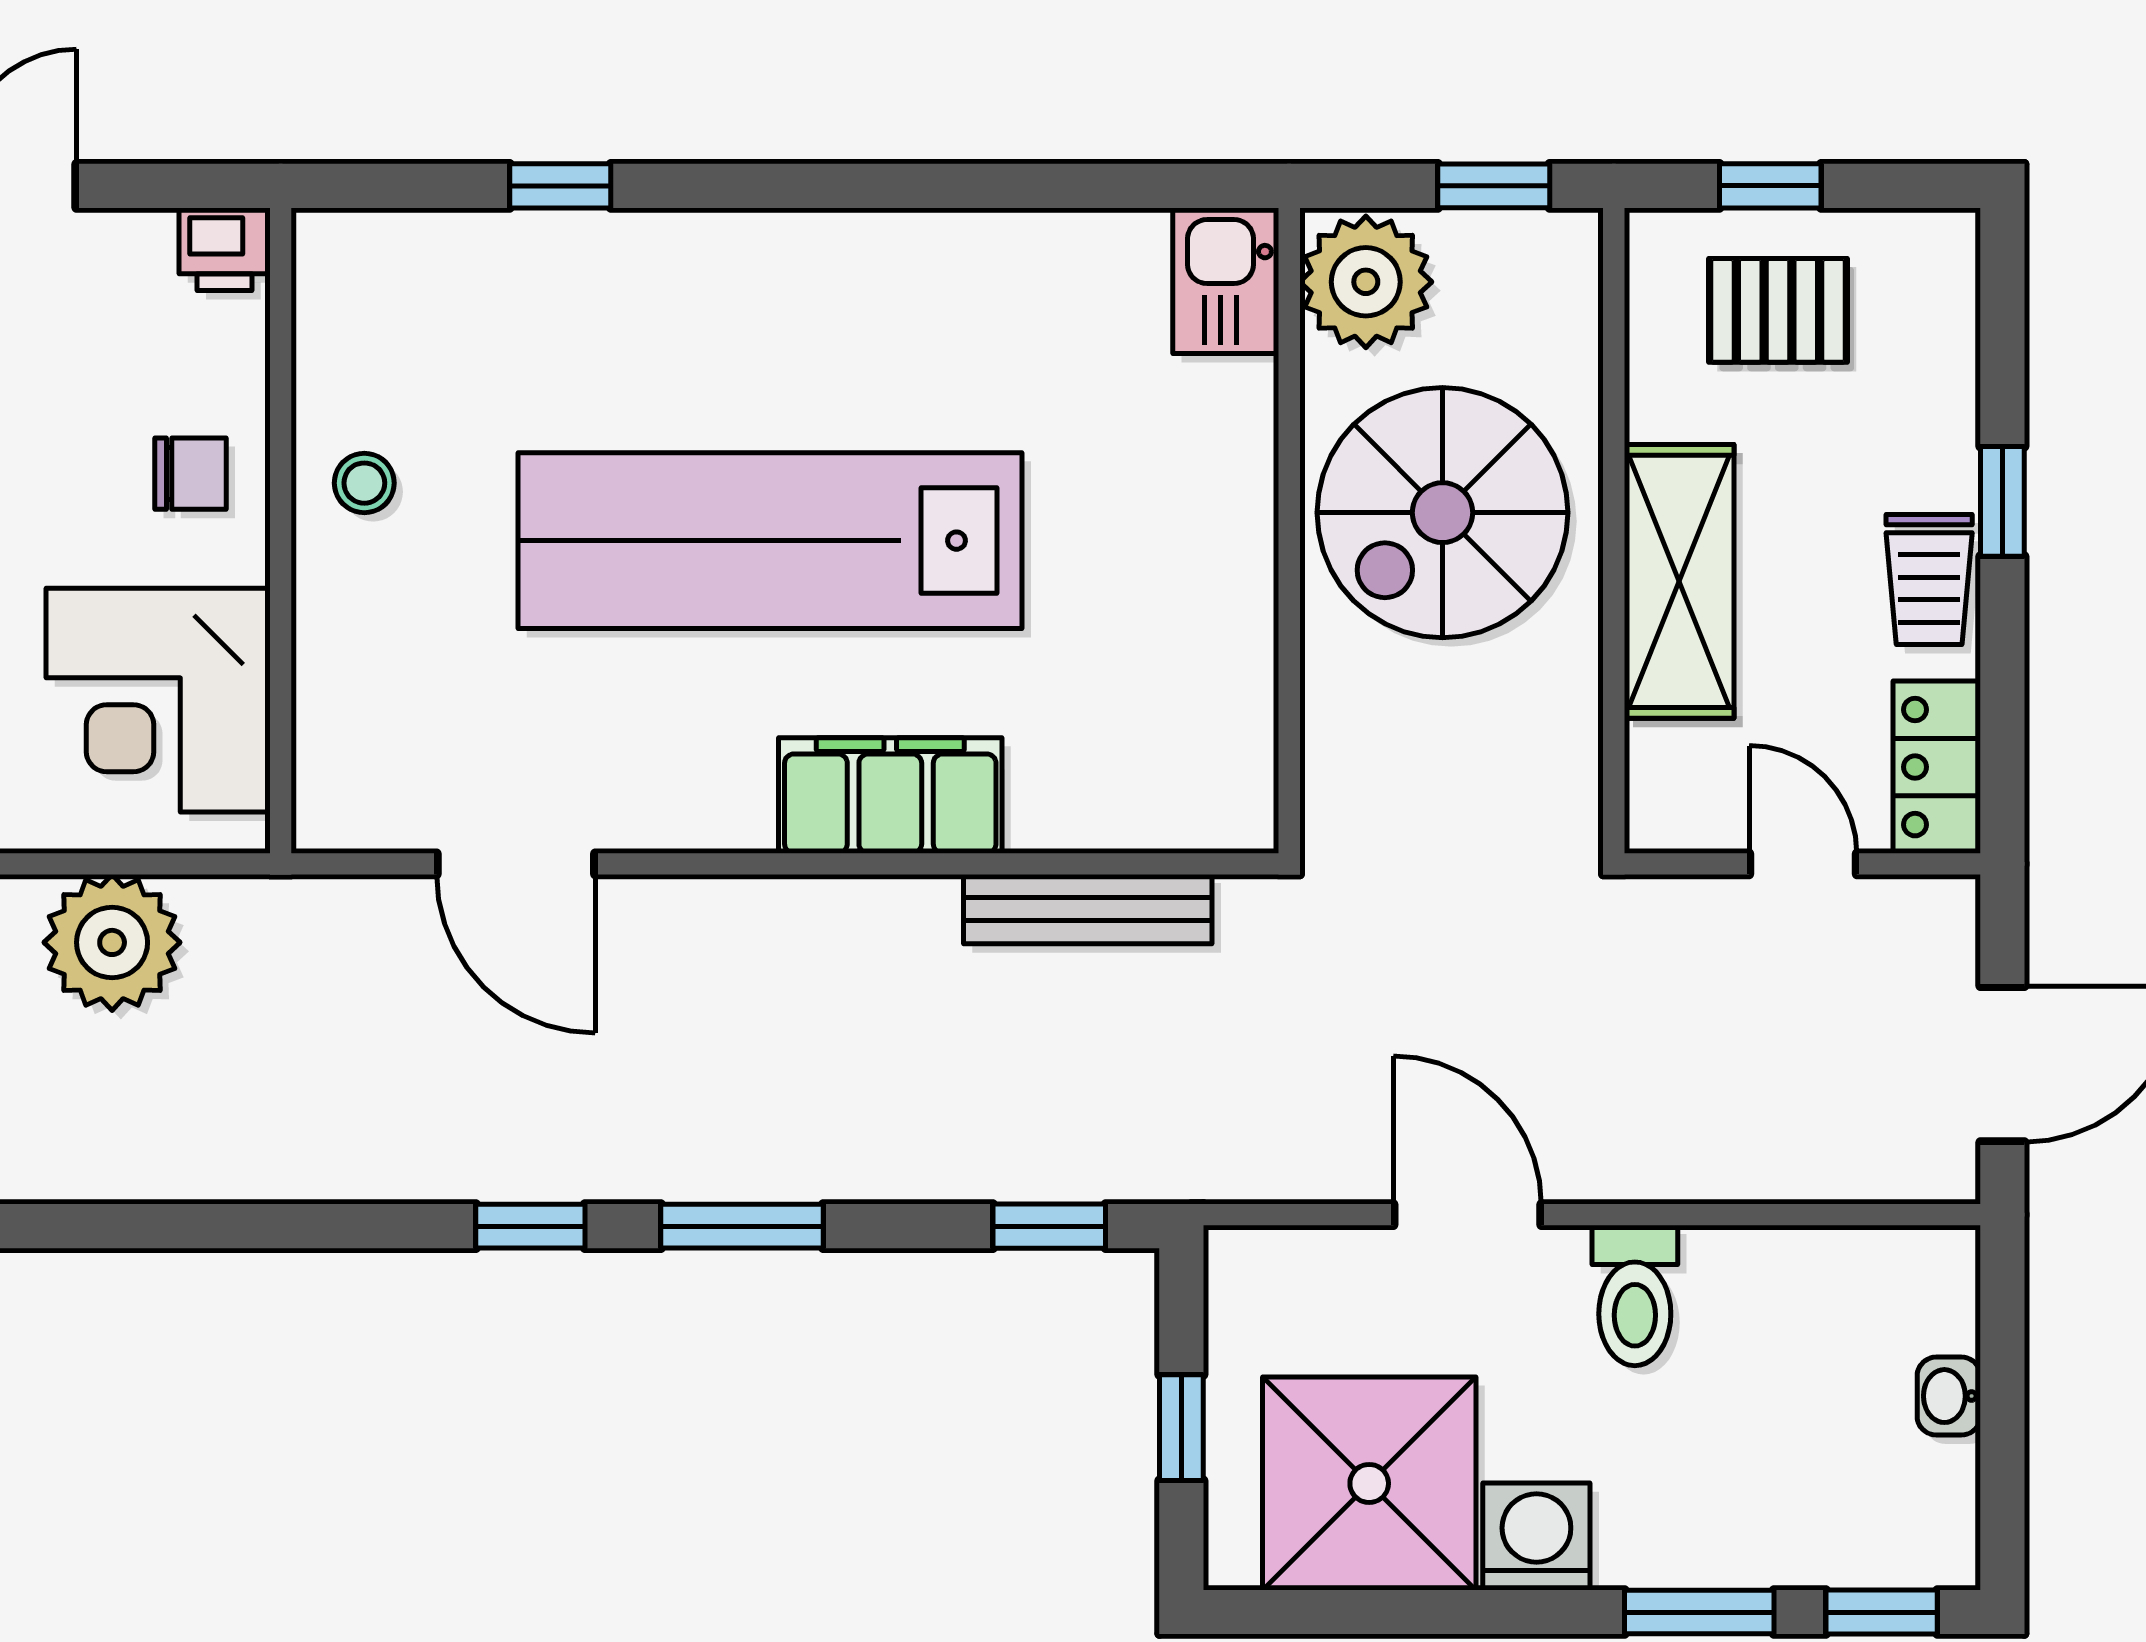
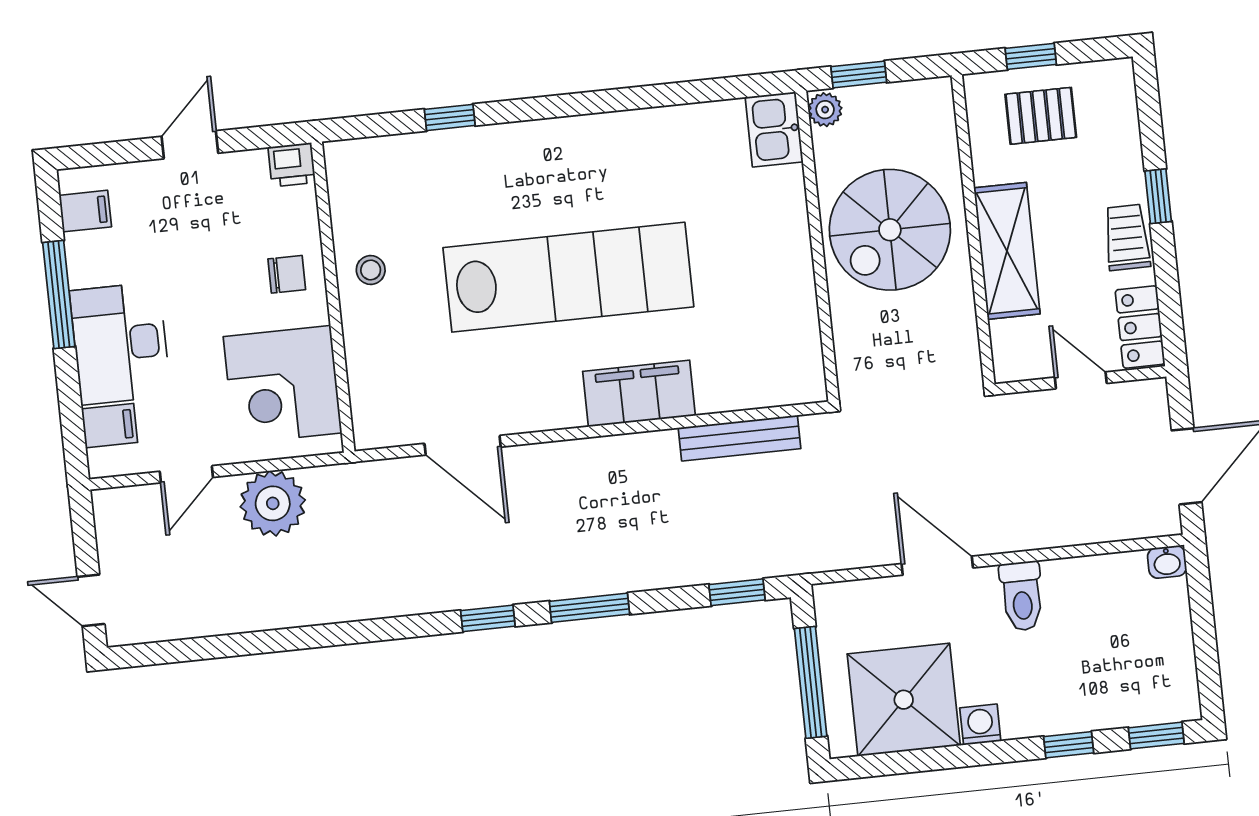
window: (1494, 186) -> (859, 74), moved
plant: (1366, 282) -> (825, 110), width x0.53, depth x0.53
lab bench: (770, 541) -> (568, 277), turned 180
trolley: (1929, 579) -> (1127, 237), turned 180
washbasin: (1949, 1396) -> (1167, 562), moved, turned -90
window: (1181, 1428) -> (811, 682), width x2.17
washing machine: (1536, 1537) -> (980, 725), width x0.73, depth x0.73
window: (1699, 1612) -> (1069, 745), width x0.67

